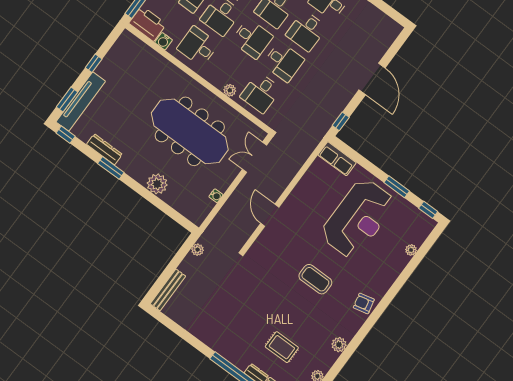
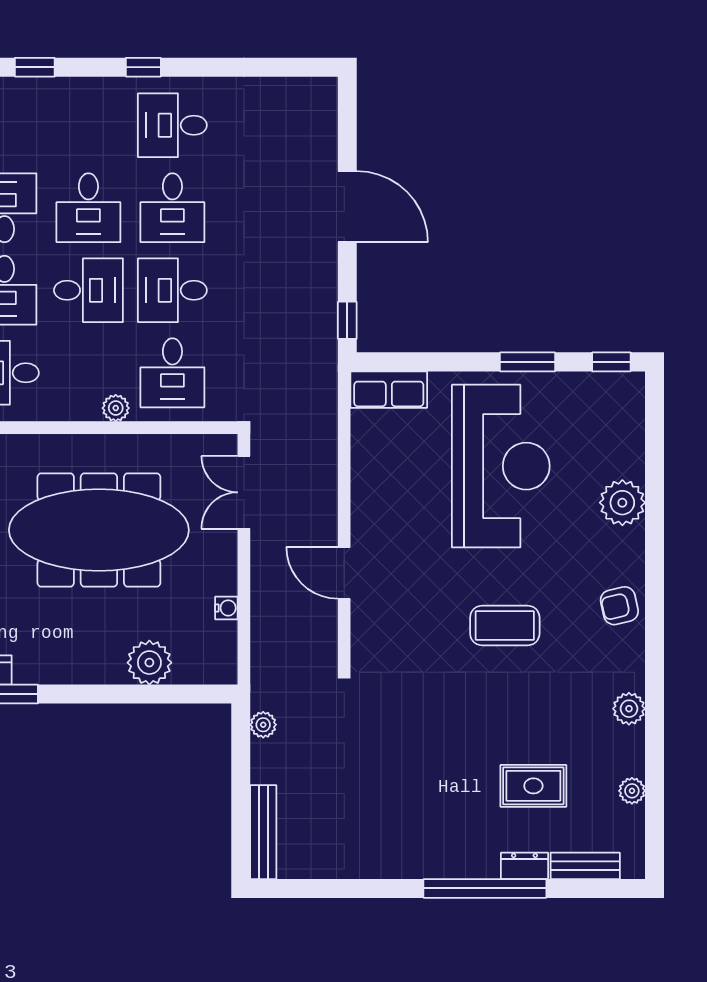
desk: (283, 62) -> (172, 290), turned 180
plant: (157, 184) -> (149, 663), moved
plant: (411, 250) -> (622, 503), moved, width x1.87, depth x1.87

